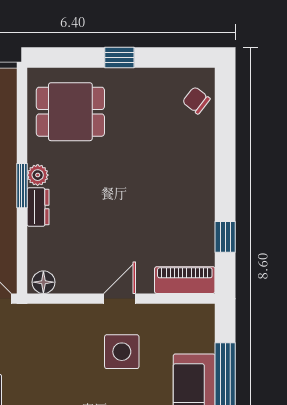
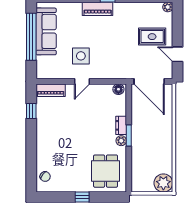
dining table: (70, 112) -> (106, 171), turned 90

